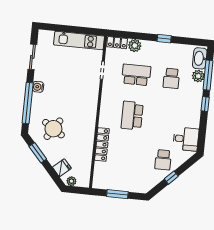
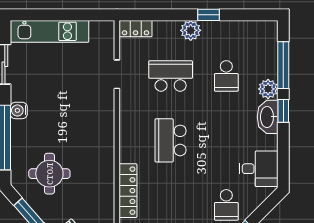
kitchen unit: (79, 40) -> (49, 31), moved
plant: (135, 46) -> (191, 30), moved
washbasin: (200, 58) -> (268, 117), moved
plant: (198, 76) -> (268, 89), moved
round table: (53, 129) -> (49, 174), turned -33

